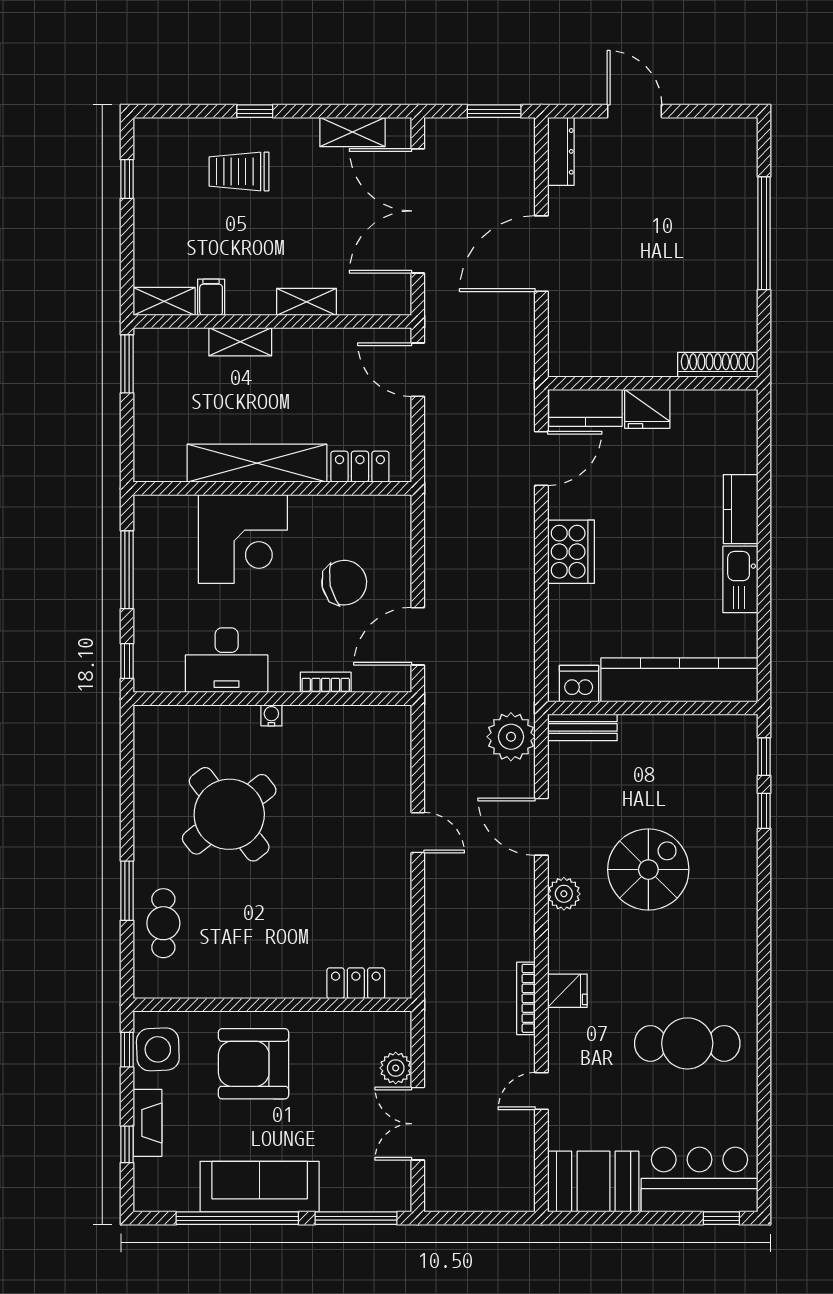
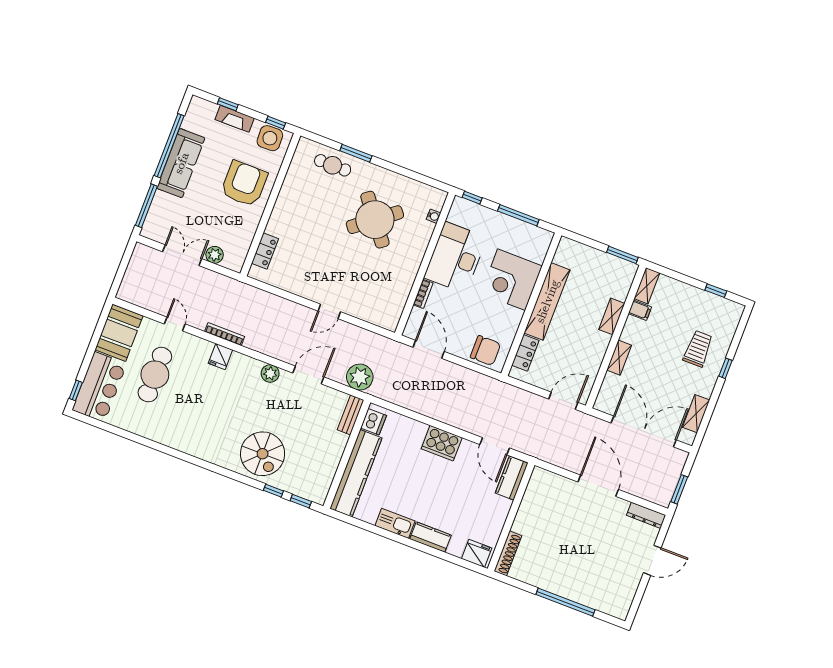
fridge: (647, 409) -> (477, 553), moved, turned 90
chair: (344, 583) -> (485, 351), moved, turned -78
desk: (227, 660) -> (455, 258), width x1.36, depth x1.30
water cooler: (271, 715) -> (434, 216), moved
spiral stairs: (648, 870) -> (263, 454), moved
cafe table: (687, 1043) -> (155, 375), moved

